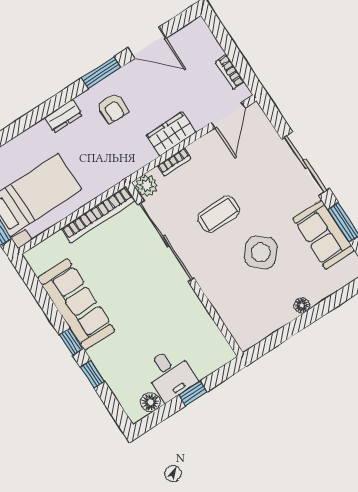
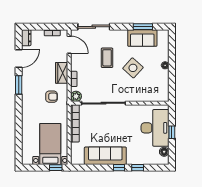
armchair: (113, 108) -> (52, 97), moved
dresser: (63, 116) -> (26, 38), moved
sliding door: (306, 164) -> (94, 27), moved
coffee table: (219, 214) -> (107, 58), moved
desk: (170, 374) -> (155, 128), width x1.87, depth x1.30

